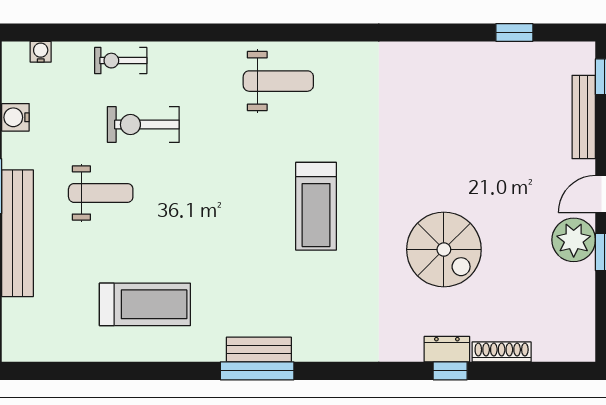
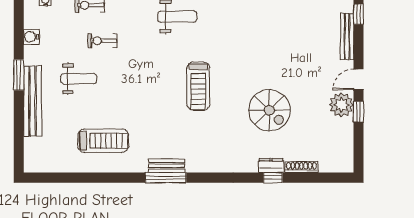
exercise bike: (143, 125) -> (102, 41), width x0.73, depth x0.72

